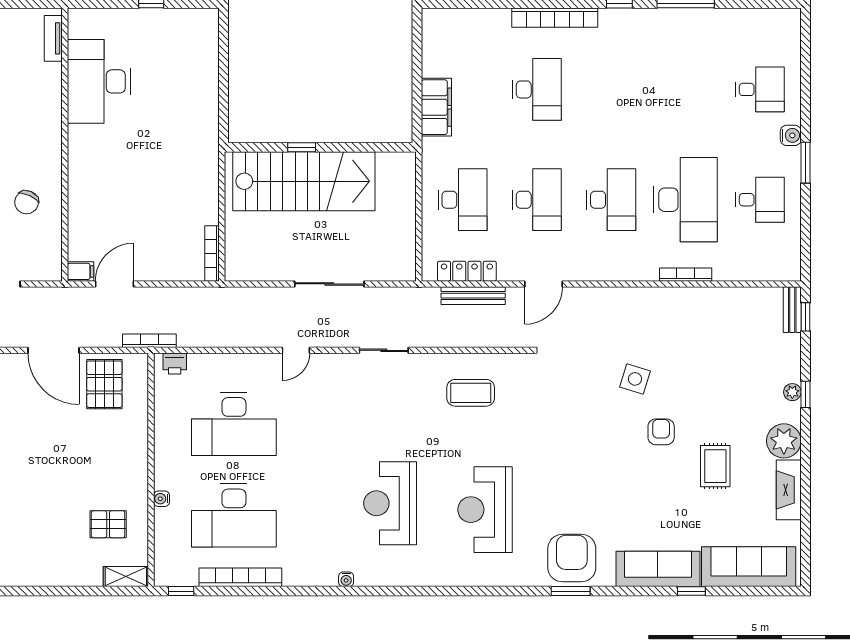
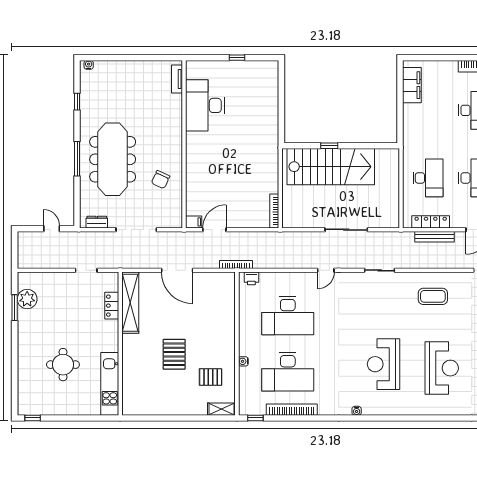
filing cabinet: (436, 107) -> (412, 85), moved
pallet: (104, 384) -> (174, 354), moved
reception desk: (485, 510) -> (442, 368), turned 180

